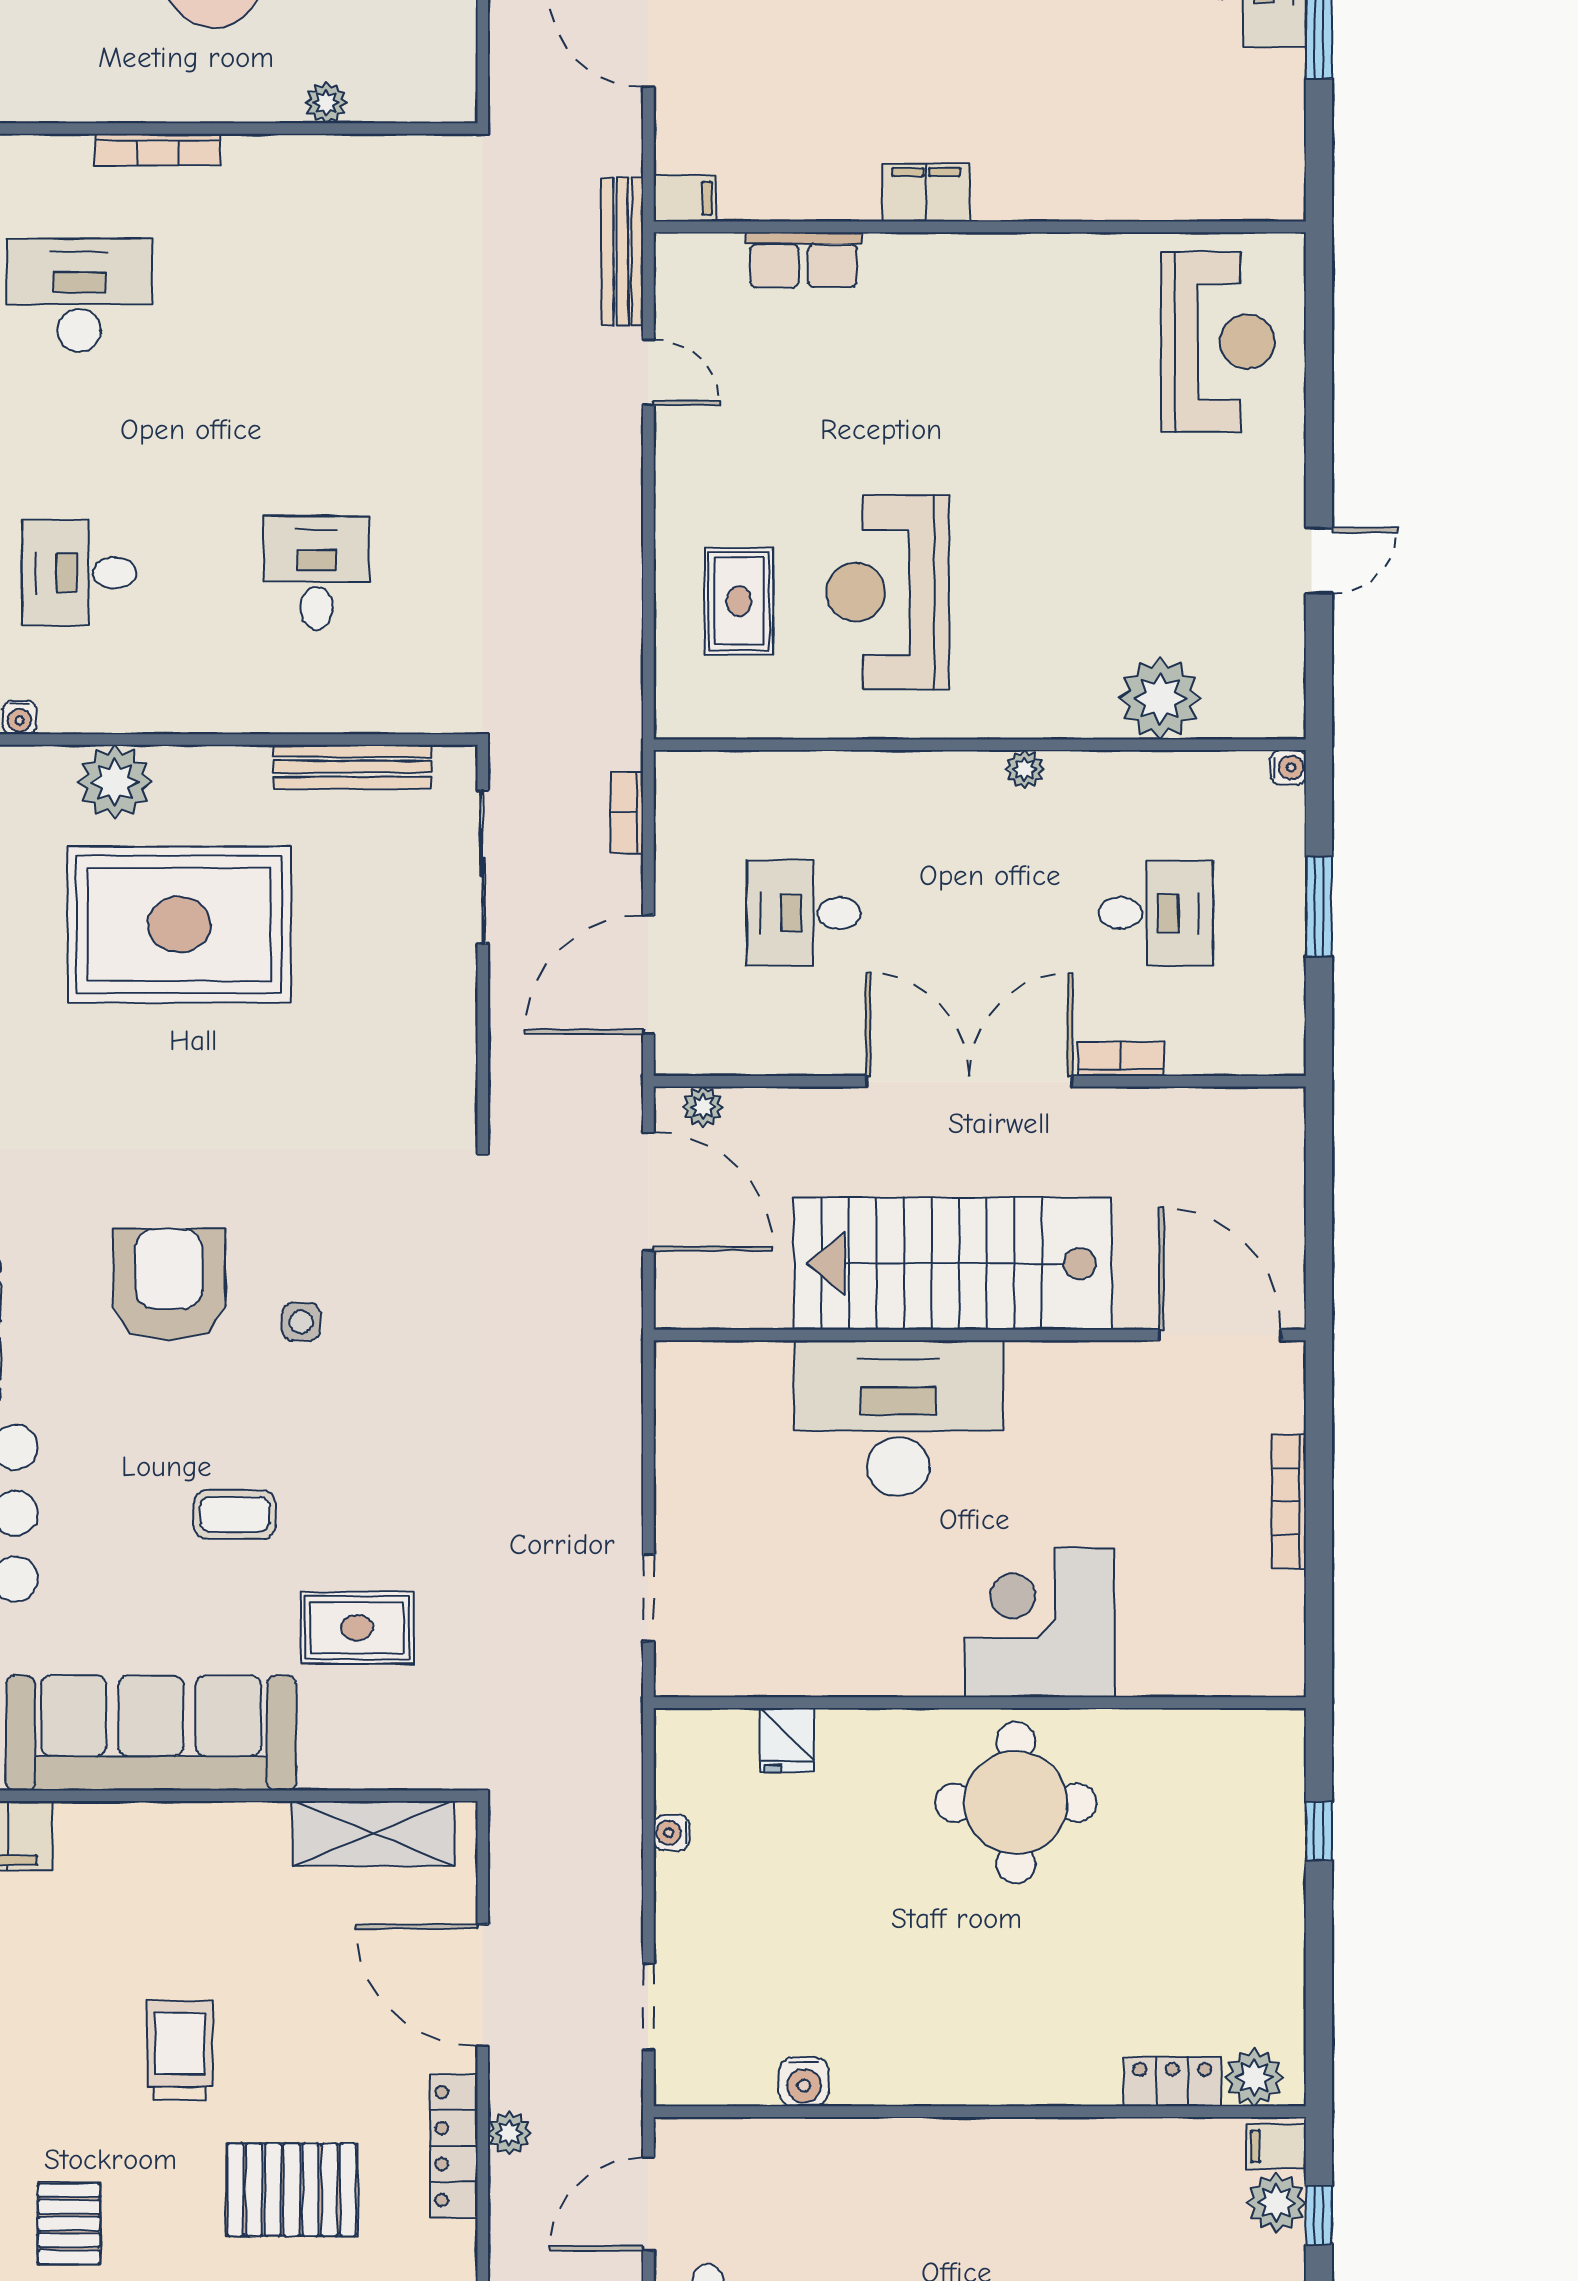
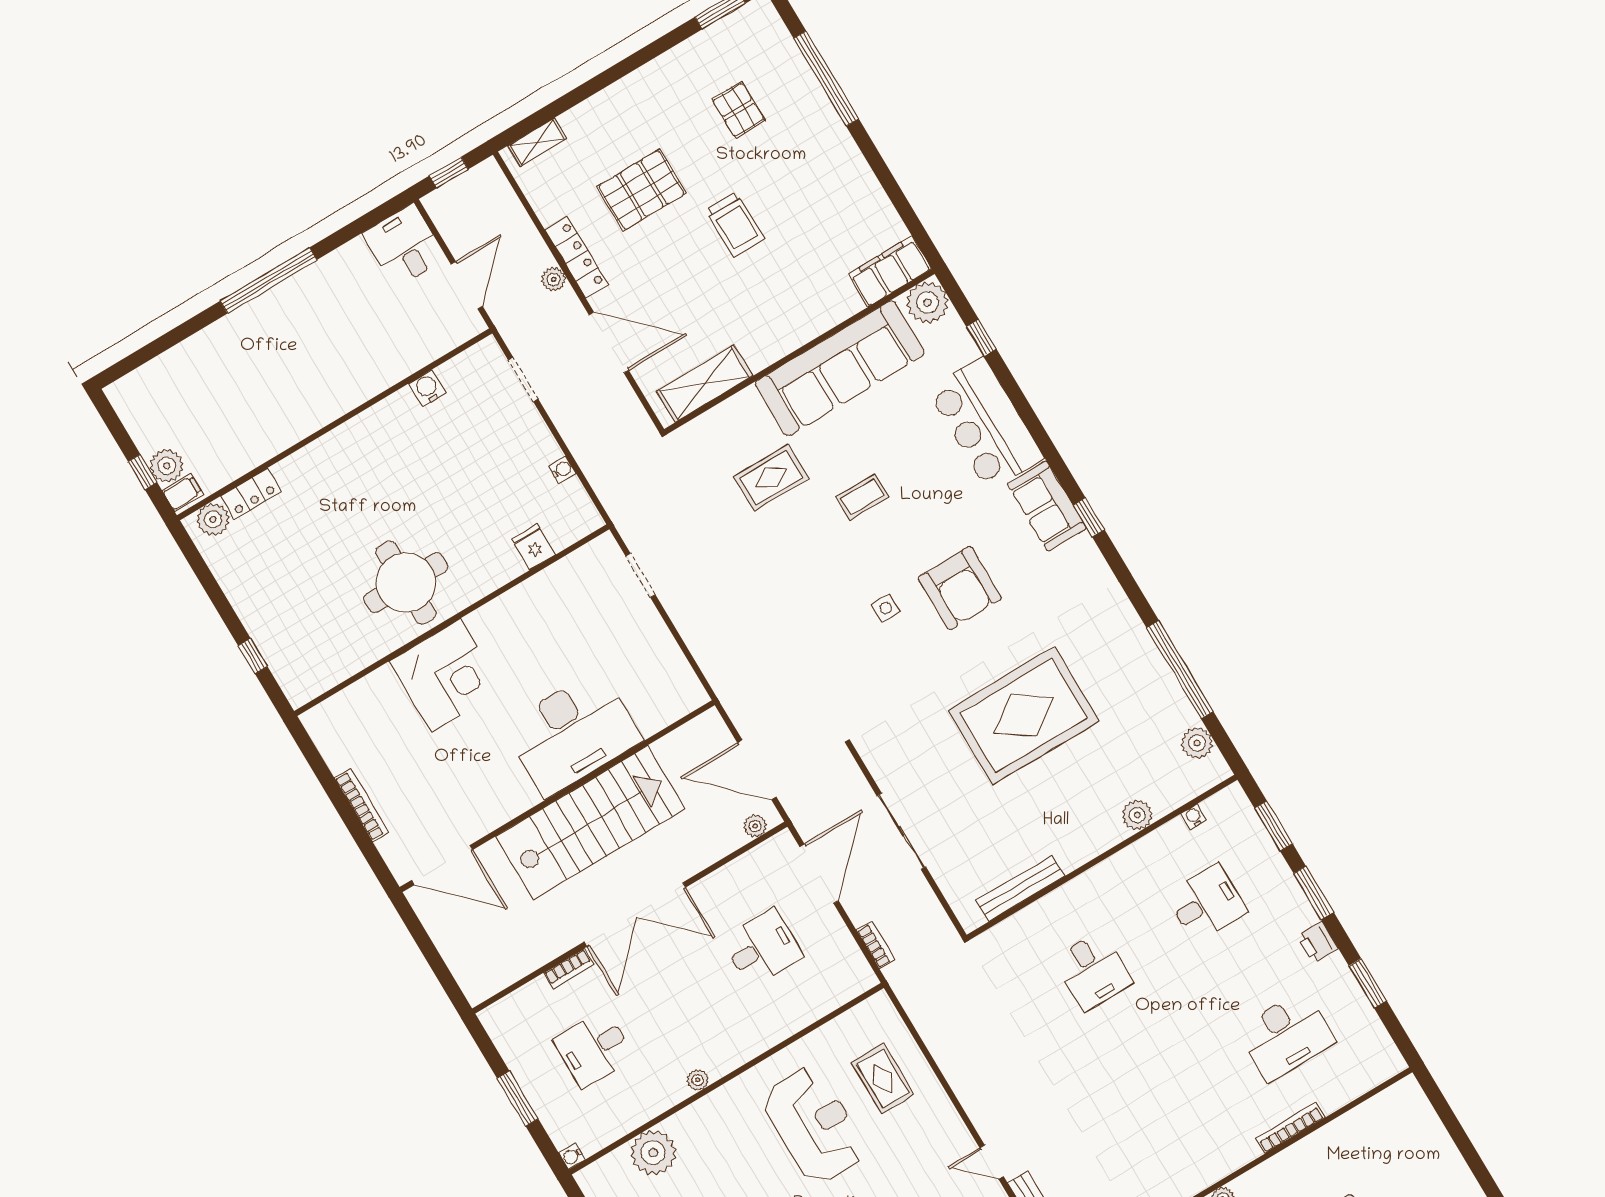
plant: (115, 782) -> (1137, 815), width x0.73, depth x0.73
sliding door: (483, 867) -> (901, 831), moved
rug: (179, 925) -> (1024, 716), moved

